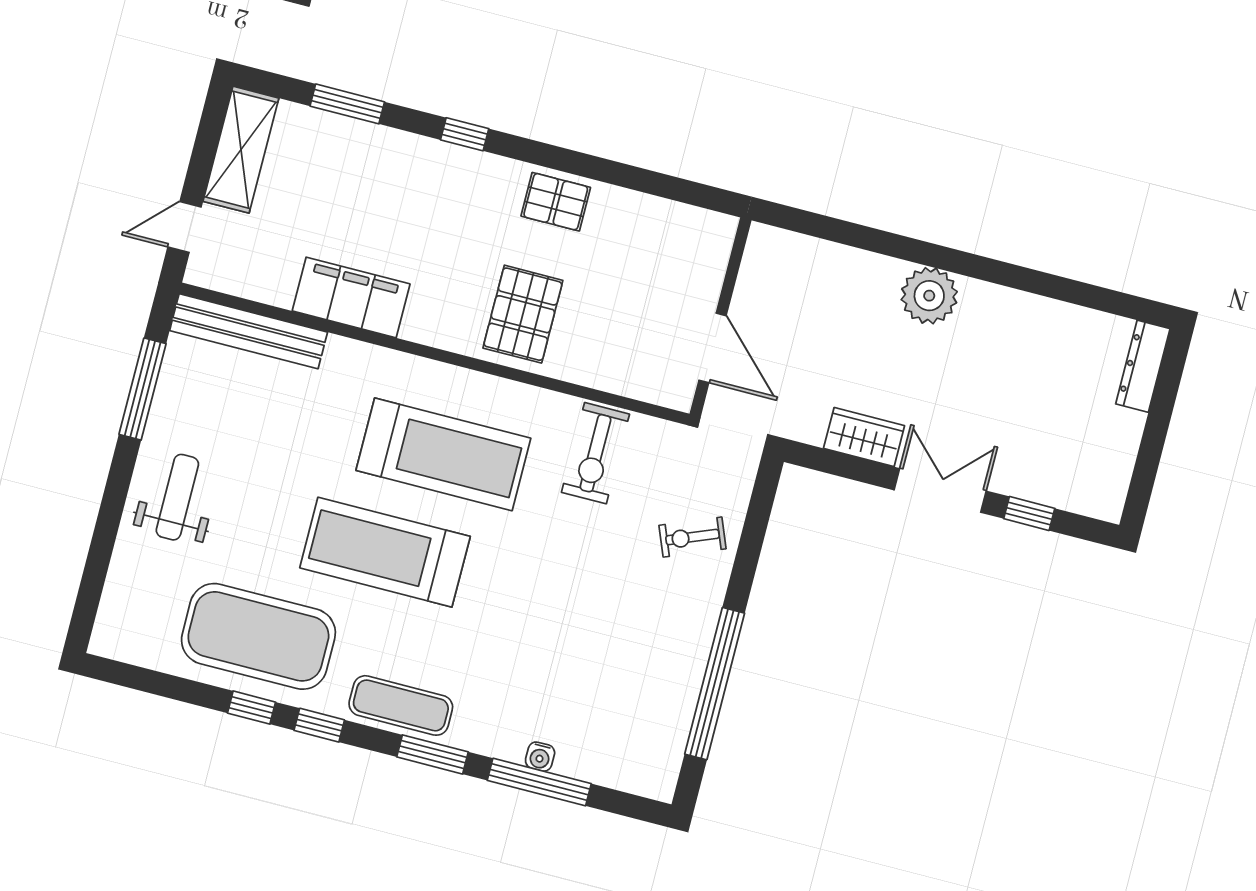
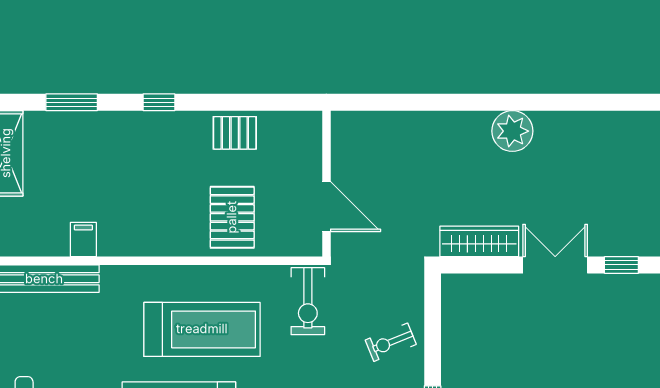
filing cabinet: (351, 297) -> (83, 240), width x0.33, depth x0.86
wall: (720, 317) -> (326, 184), moved
door: (712, 348) -> (326, 207), moved
wardrobe: (864, 437) -> (479, 241), width x1.50

